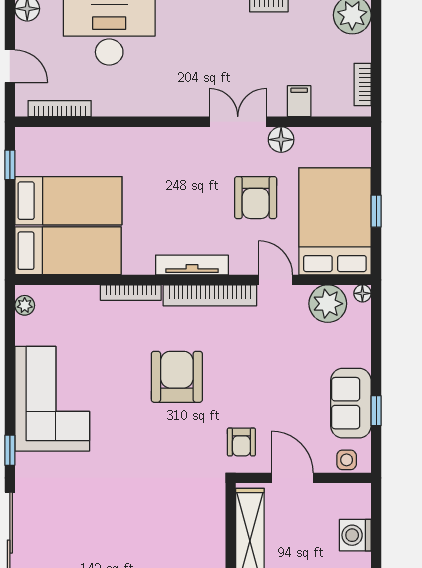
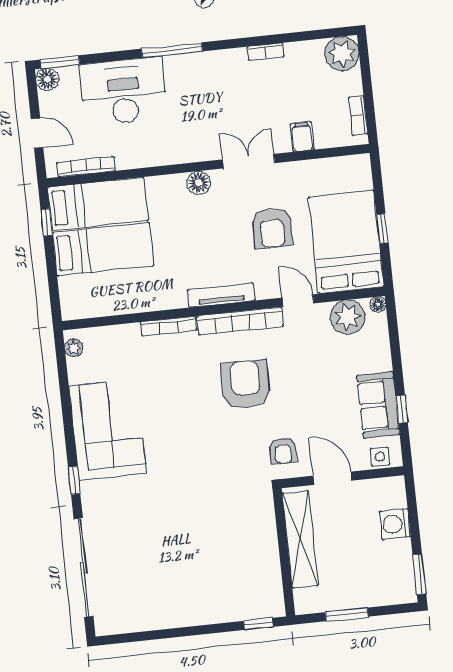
floor lamp: (281, 140) -> (199, 183), moved
bed: (68, 251) -> (98, 204), moved
armchair: (177, 377) -> (245, 384), moved

